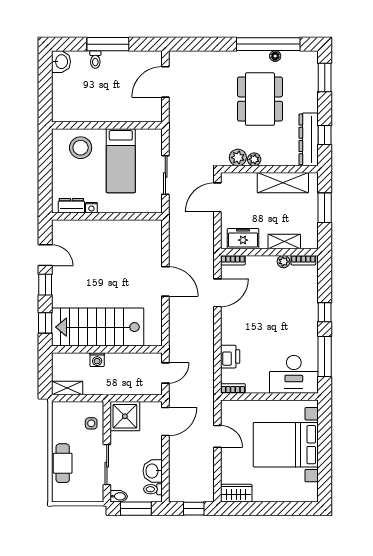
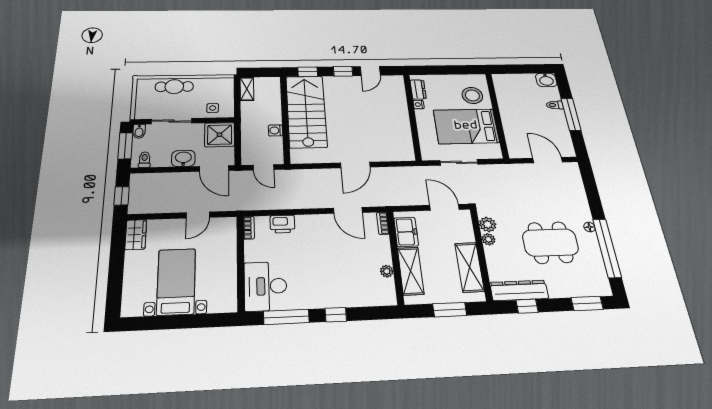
floor lamp: (275, 56) -> (589, 227), moved
bed: (121, 161) -> (466, 126), width x1.50
shelving: (284, 241) -> (411, 271), width x1.50, depth x1.33
bookcase: (303, 260) -> (390, 291), removed
washing machine: (97, 360) -> (275, 130), moved
bed with nightstands: (286, 445) -> (176, 282), width x0.73
washbasin: (153, 471) -> (183, 158), moved

